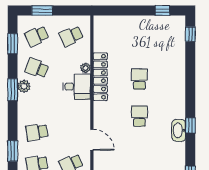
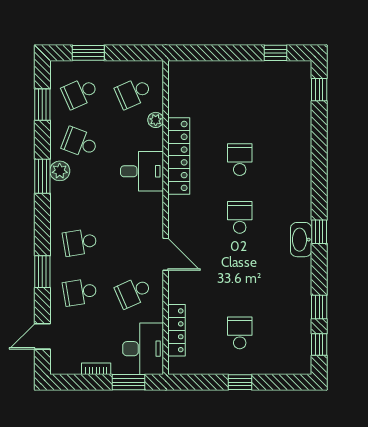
plant: (85, 68) -> (156, 120), moved

